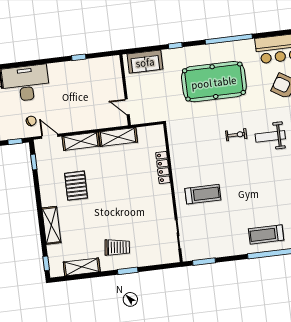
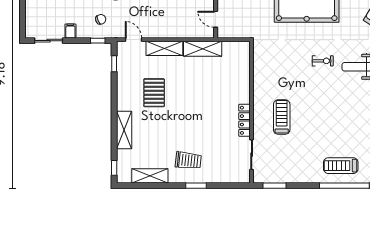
chair: (31, 121) -> (101, 19), moved
locker: (163, 168) -> (244, 120), moved
treadmill: (203, 194) -> (282, 117), turned -90

